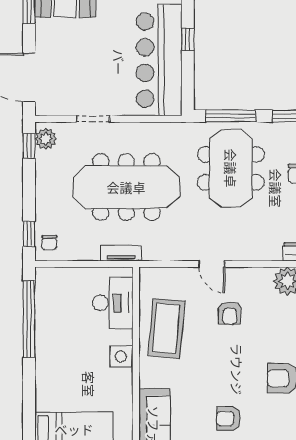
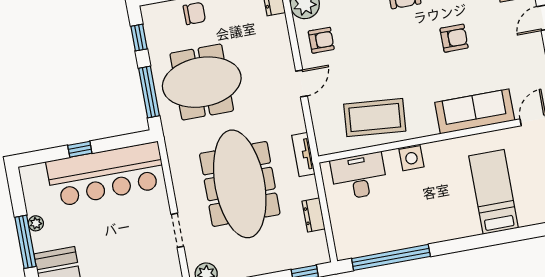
chair: (49, 243) -> (310, 251), removed
dresser: (83, 252) -> (313, 215), added
tv unit: (121, 253) -> (303, 155), moved
armchair: (230, 313) -> (321, 40), moved
armchair: (229, 419) -> (454, 38), turned -90

